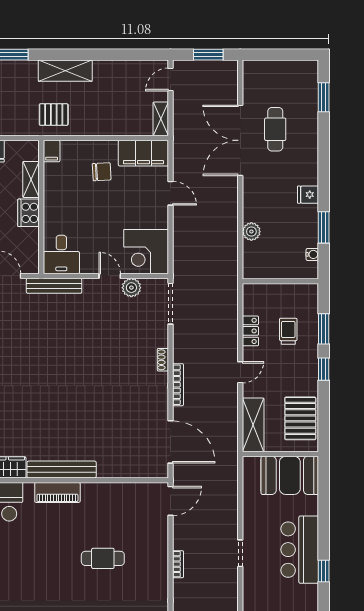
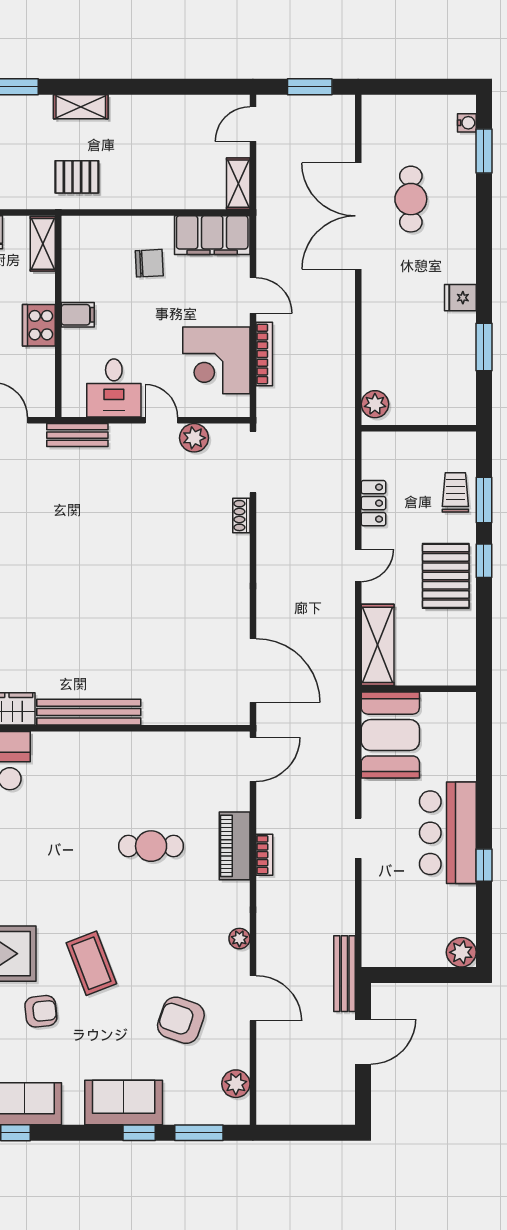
shelving: (65, 71) -> (81, 107), width x0.67, depth x0.75
filing cabinet: (52, 151) -> (78, 315), moved, turned -90
shelving: (31, 179) -> (43, 244), moved
plant: (251, 232) -> (375, 404), moved
corner desk: (146, 252) -> (216, 360), moved
water cooler: (312, 254) -> (467, 123), moved
desk: (61, 255) -> (114, 388), moved
bench: (54, 286) -> (77, 435), width x0.73
trolley: (288, 331) -> (455, 492), moved
shoe rack: (163, 360) -> (241, 516), moved
bookcase: (178, 385) -> (264, 354), moved
pallet: (300, 418) -> (446, 576), moved
booth: (290, 475) -> (390, 735), moved, turned 90
piano: (57, 492) -> (235, 846), moved, turned 90

